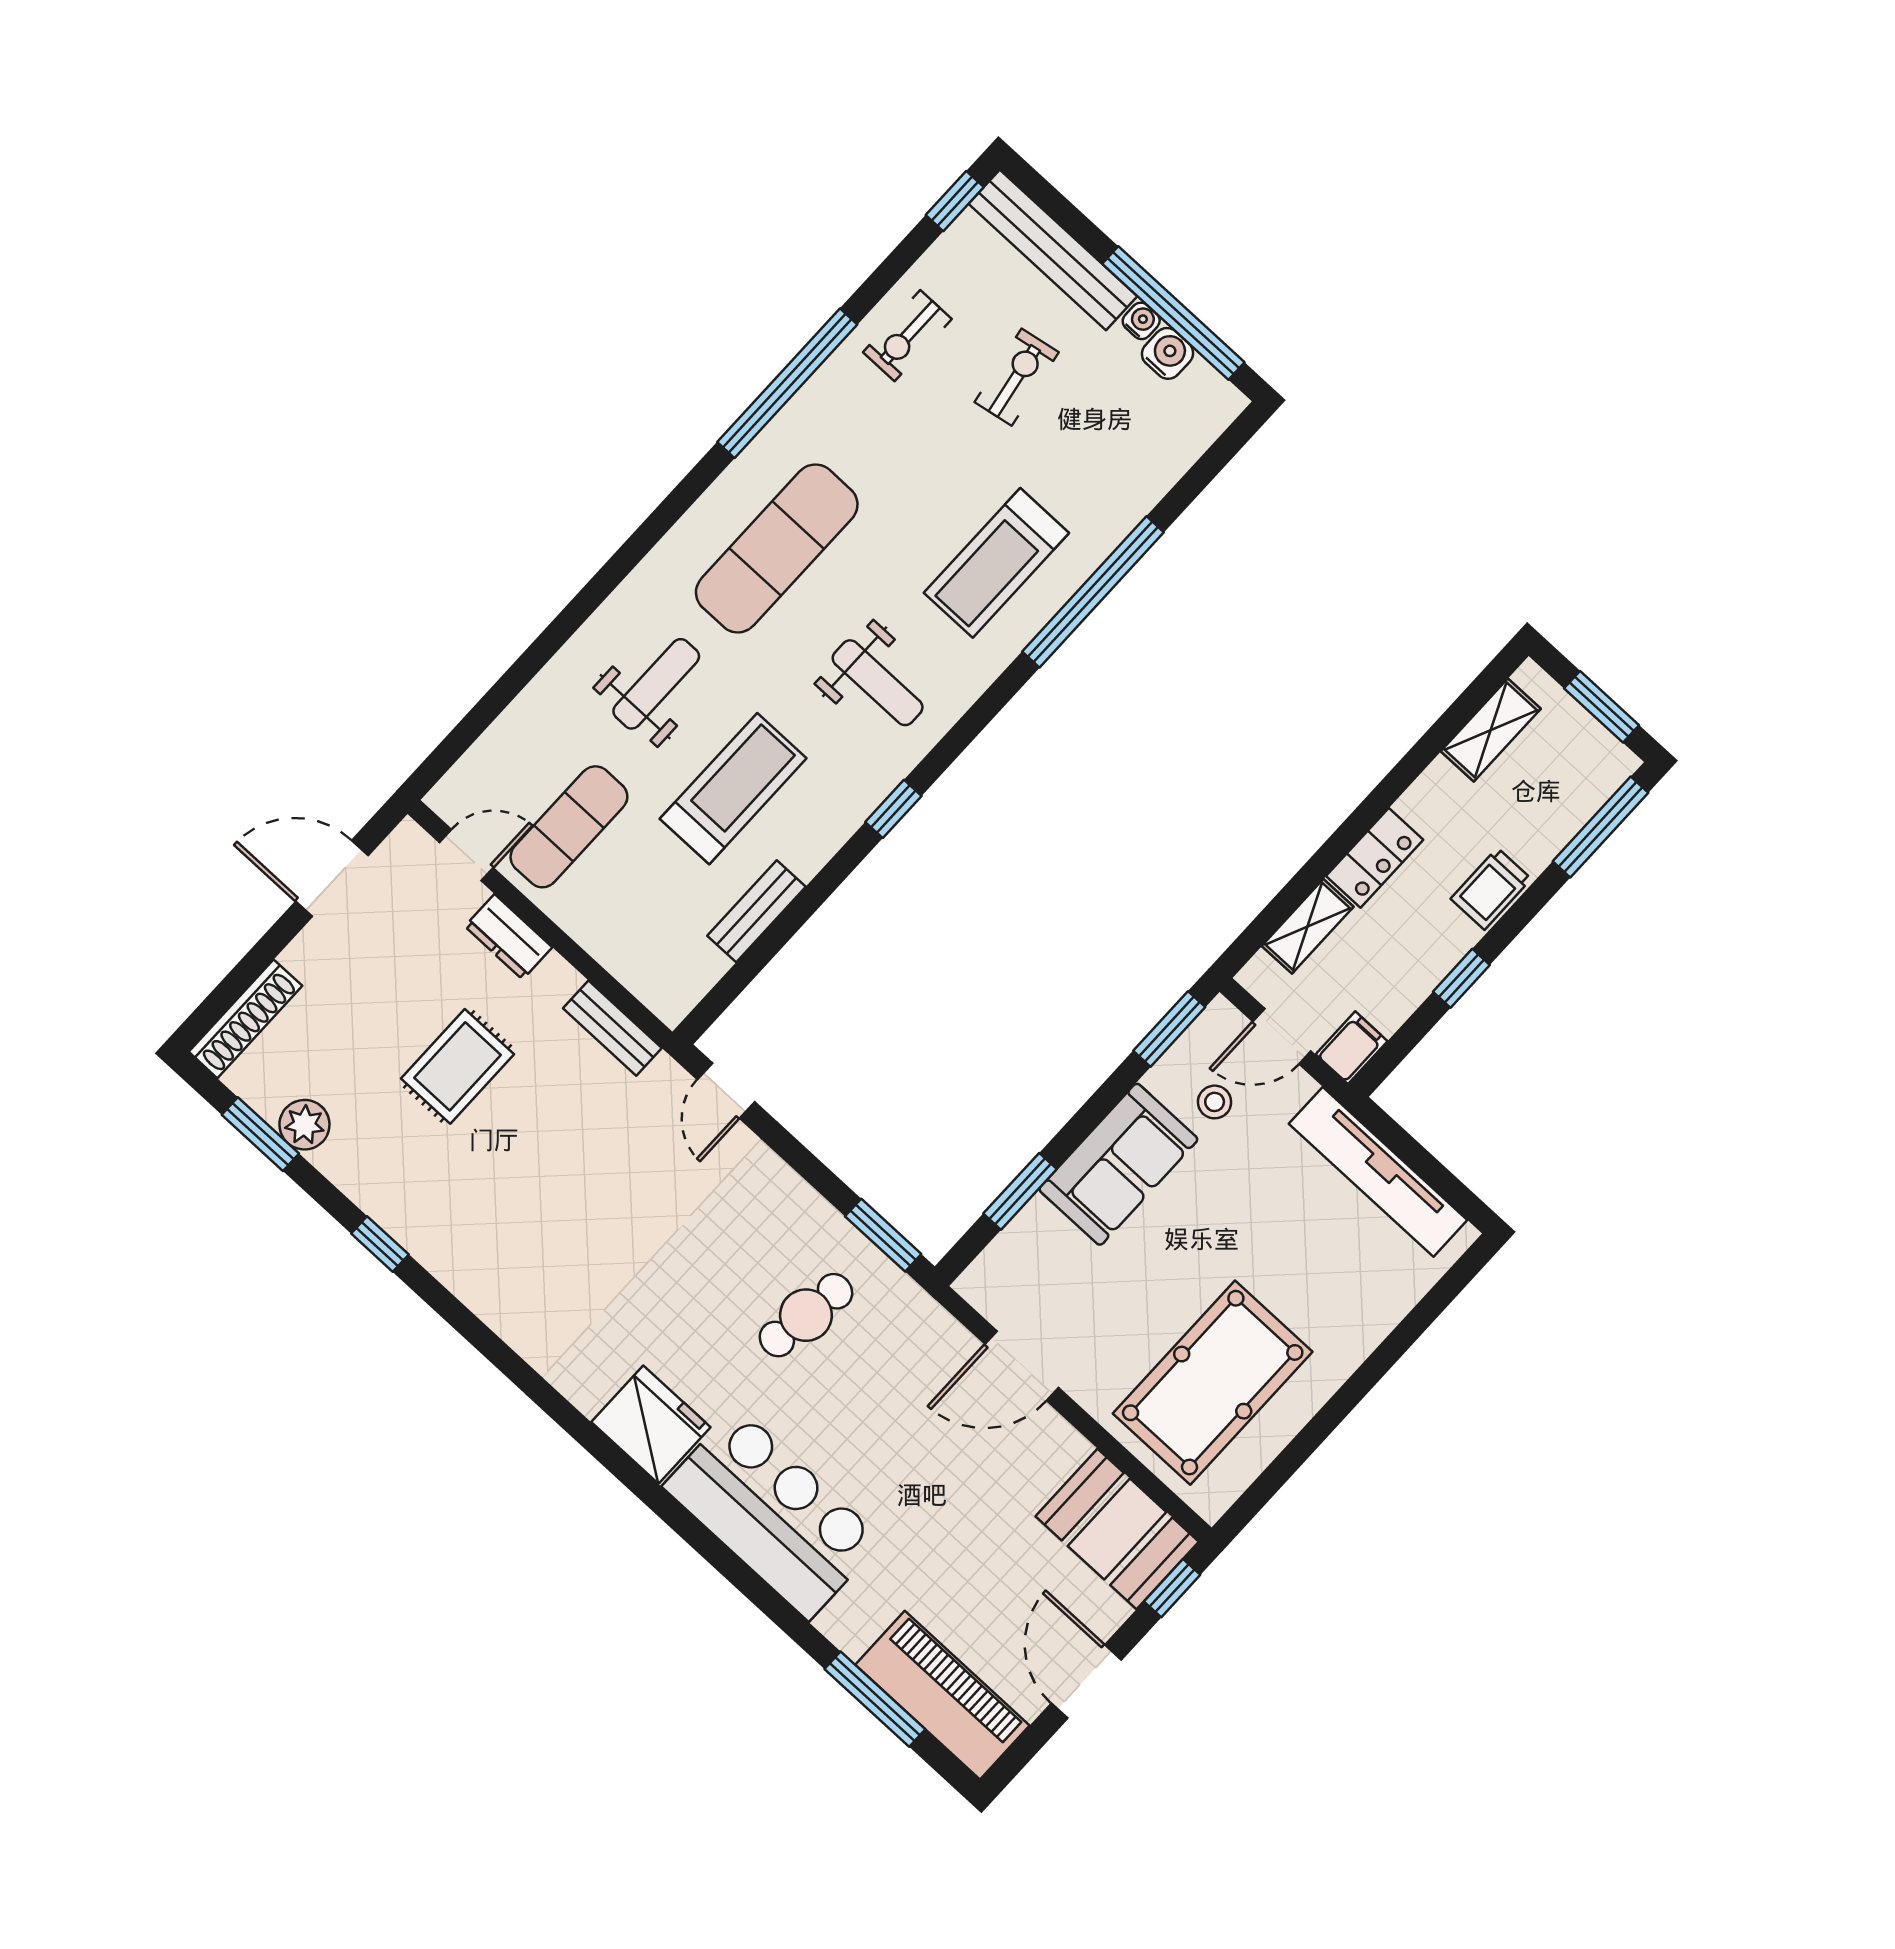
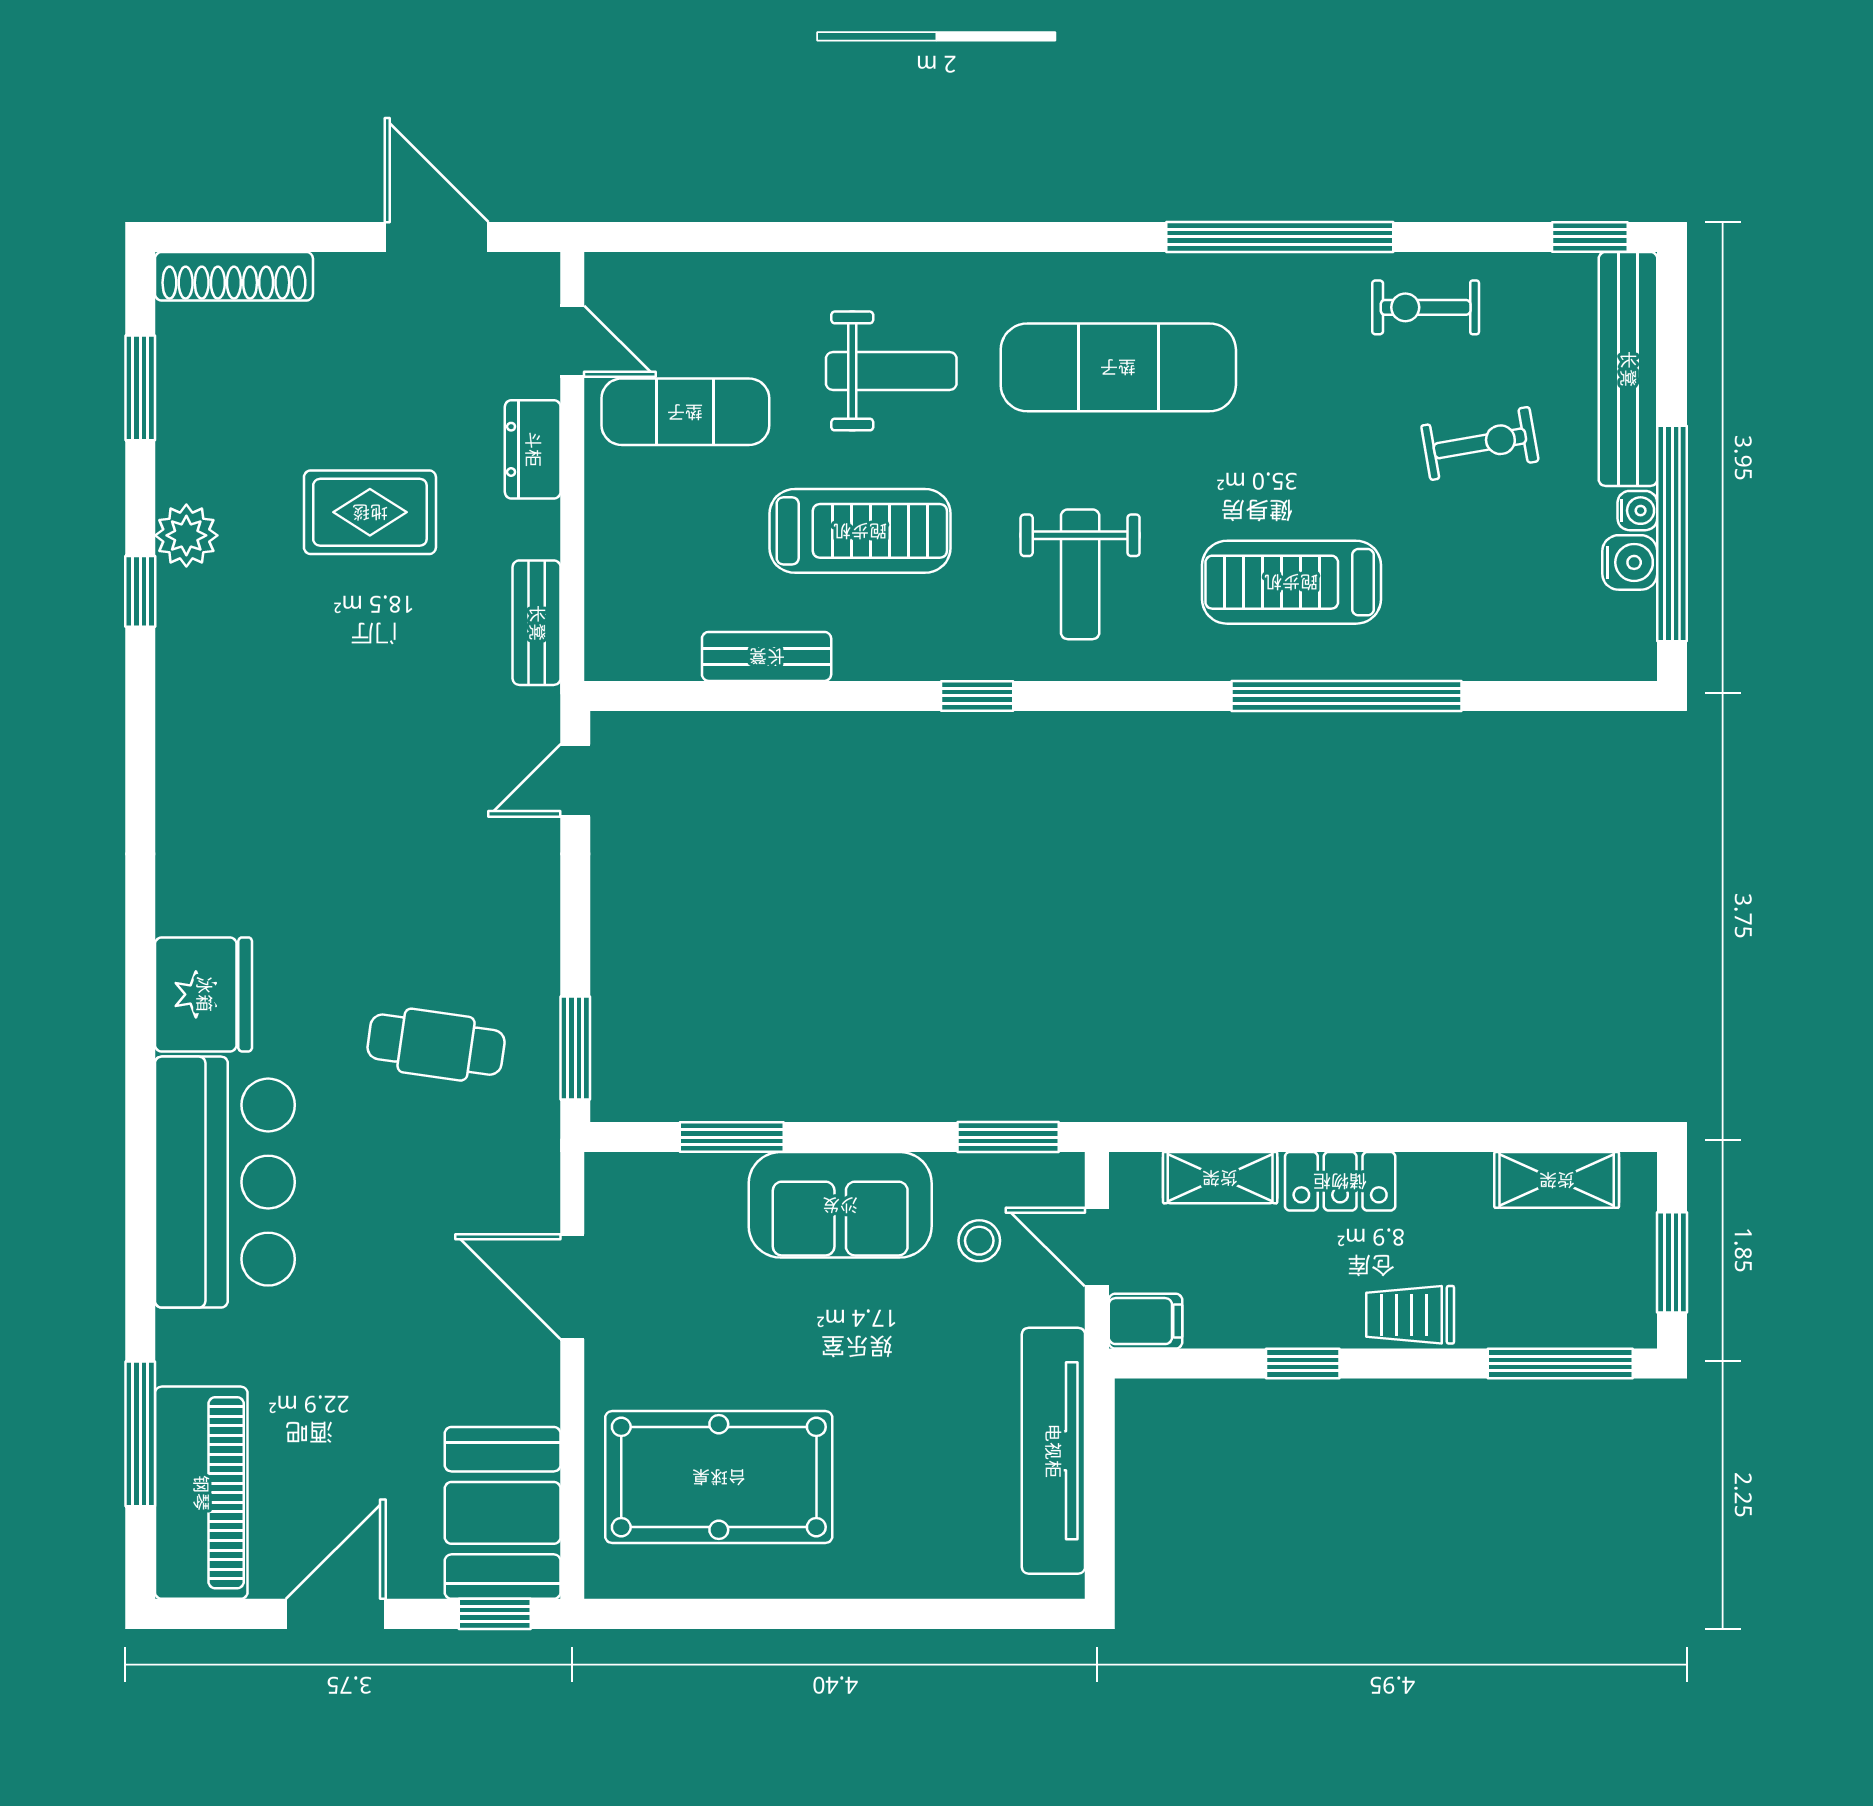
plant: (304, 1125) -> (186, 535), moved

